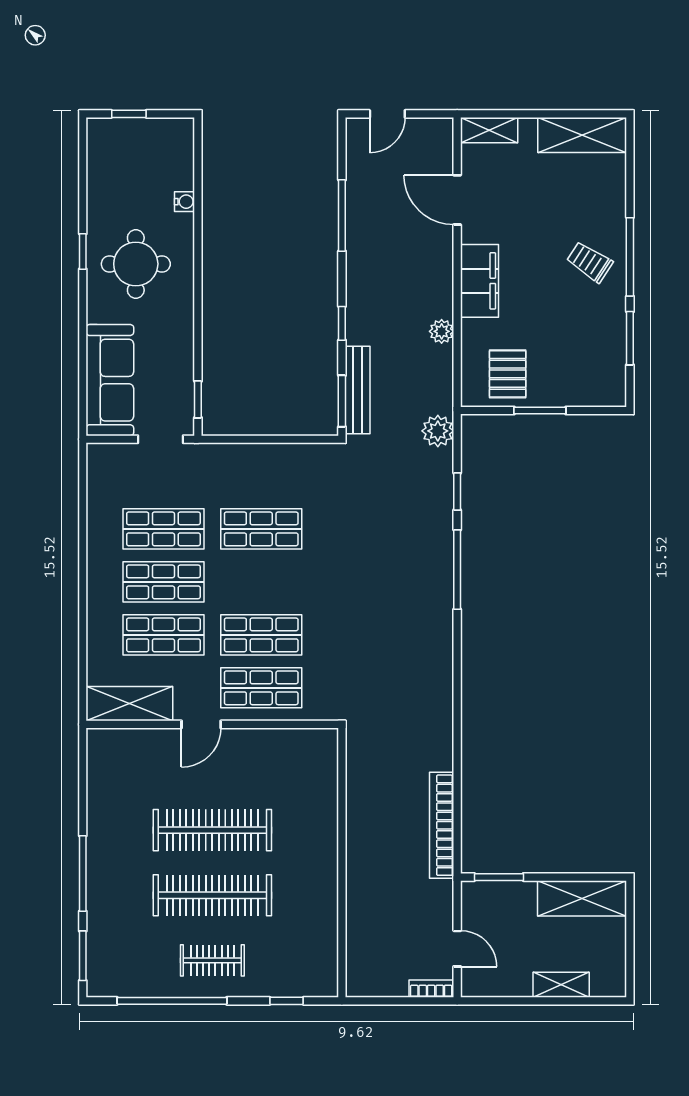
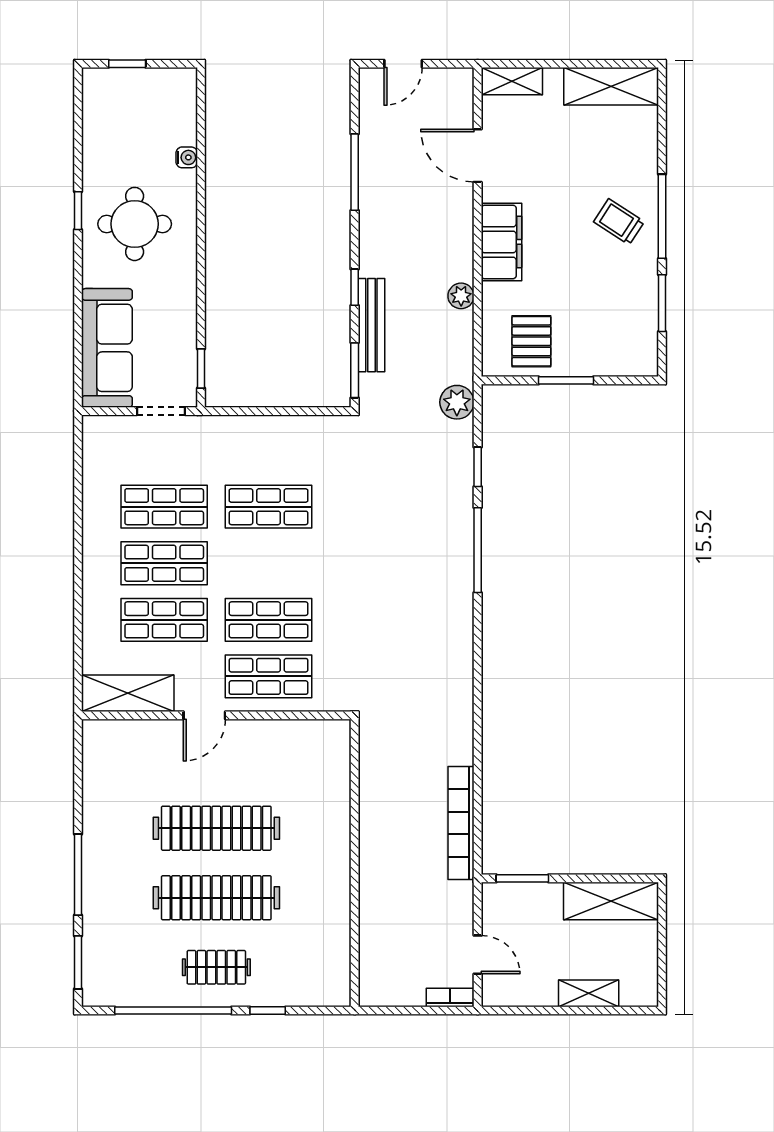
bench: (358, 390) -> (371, 325), moved
window: (287, 1001) -> (268, 1011), moved

